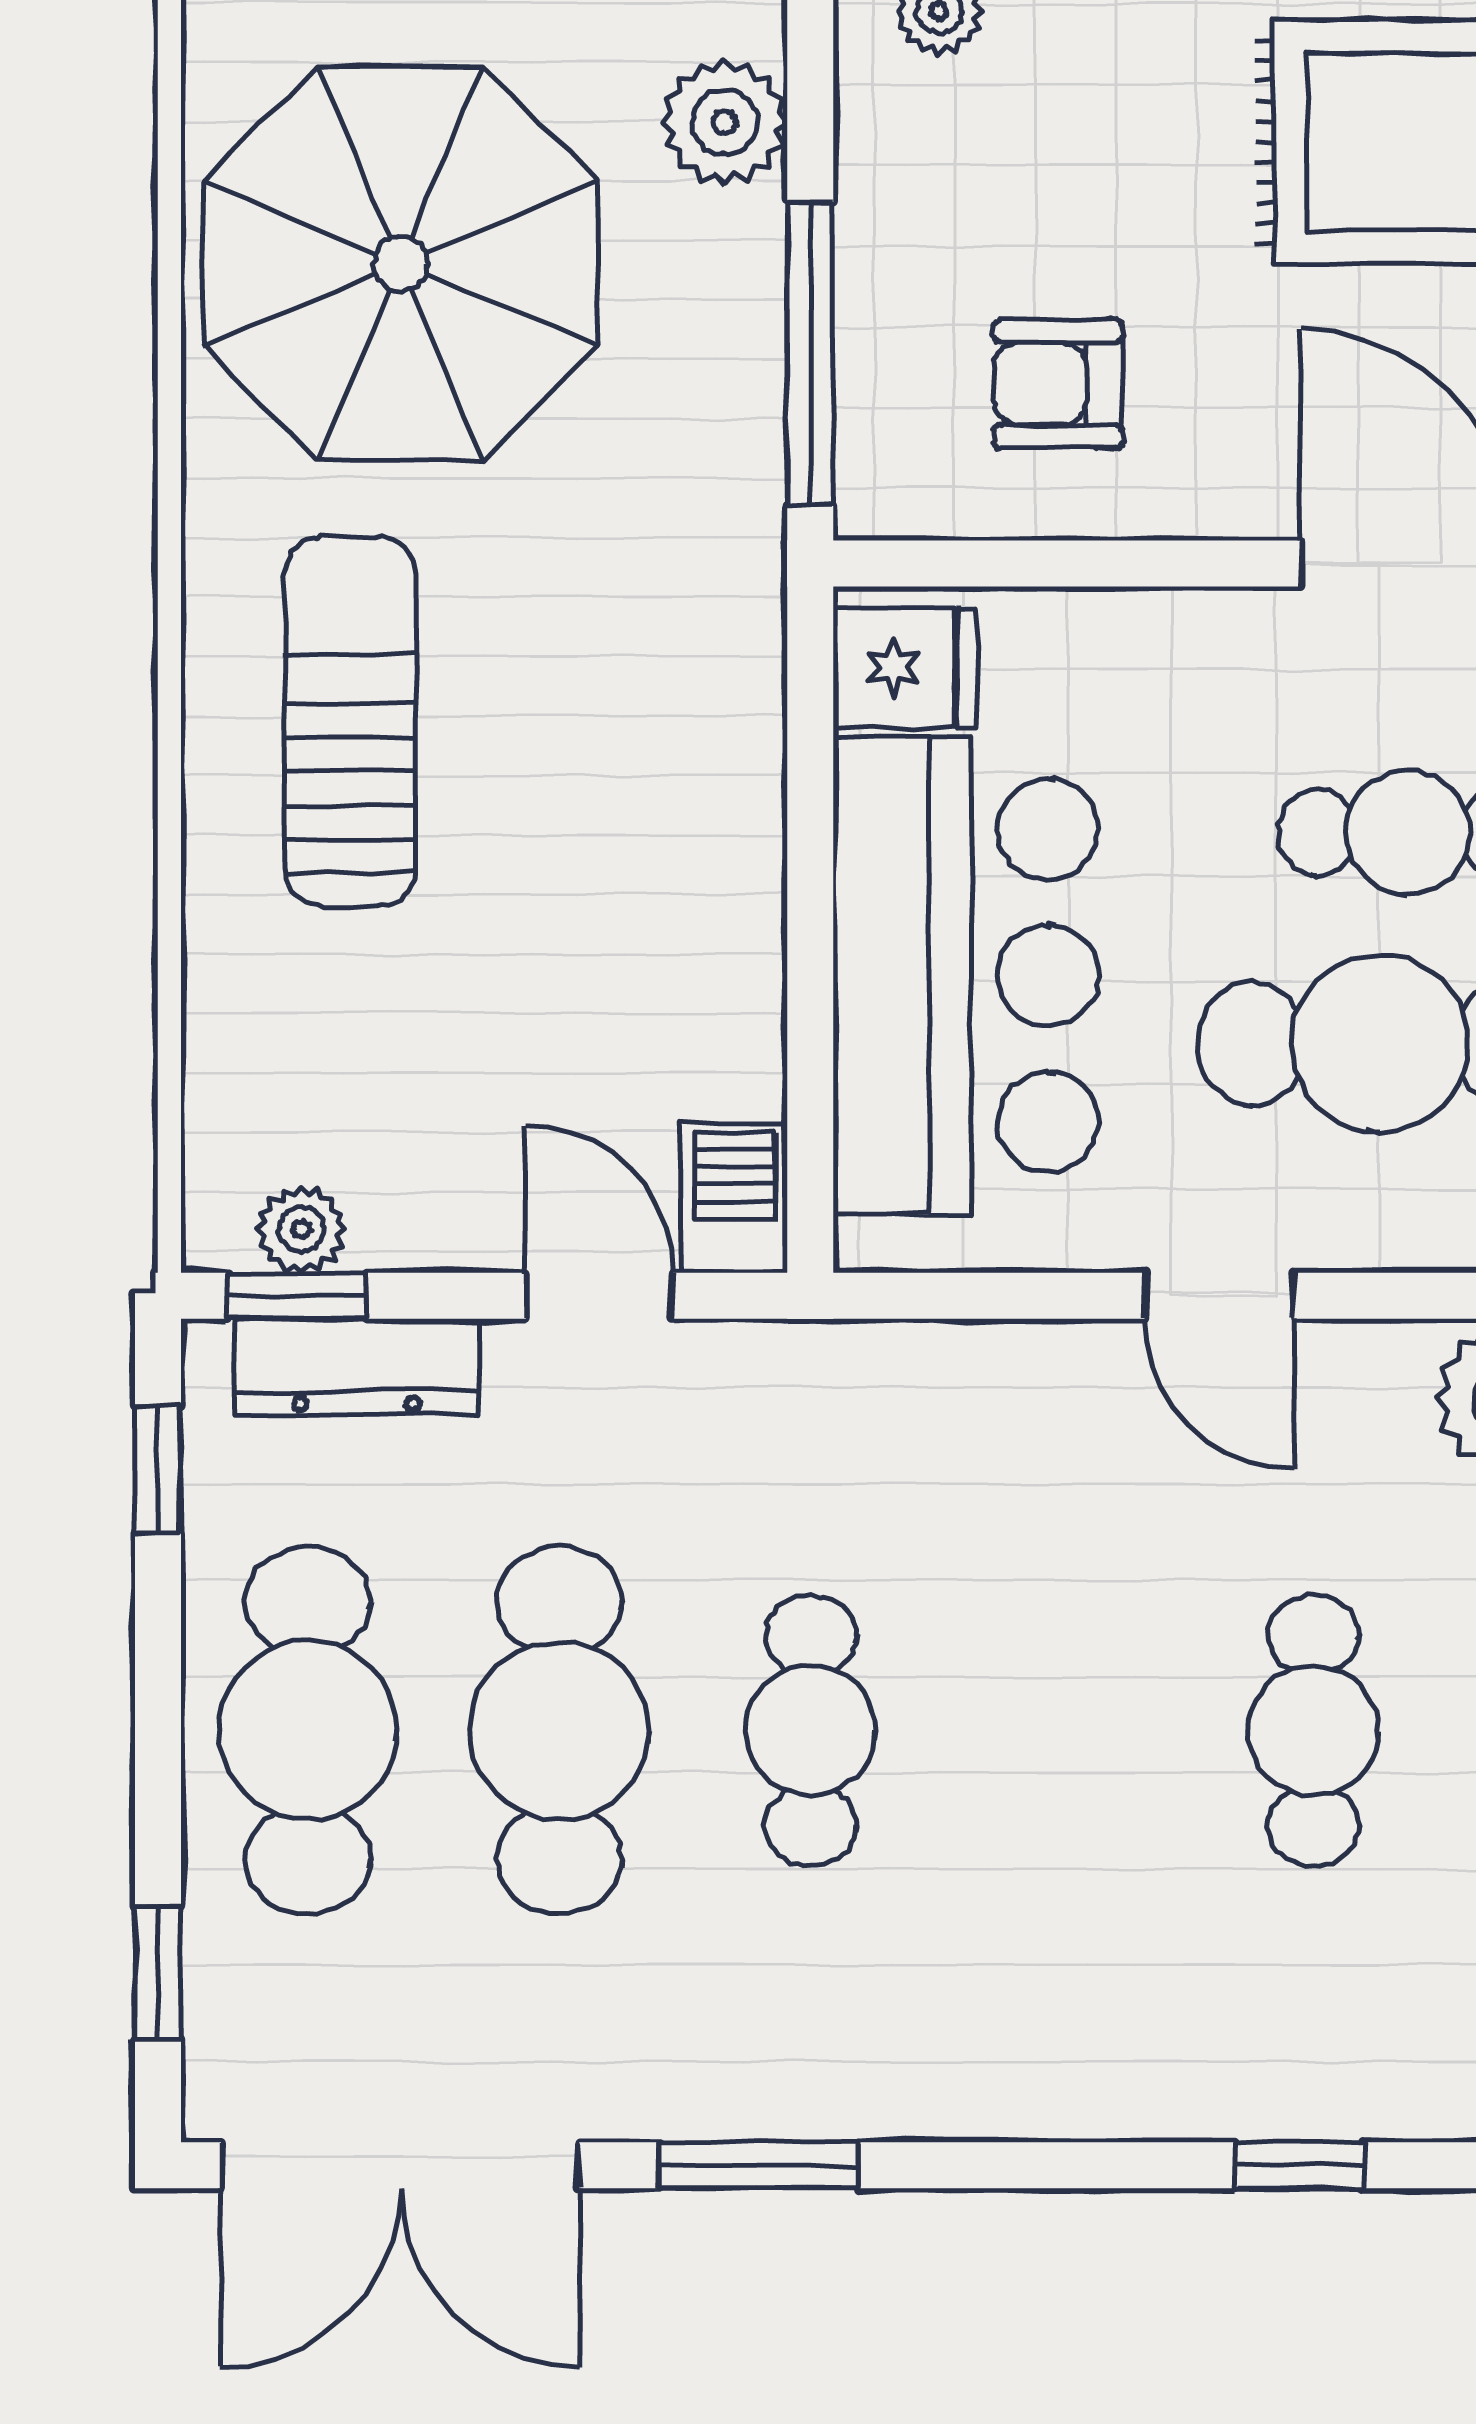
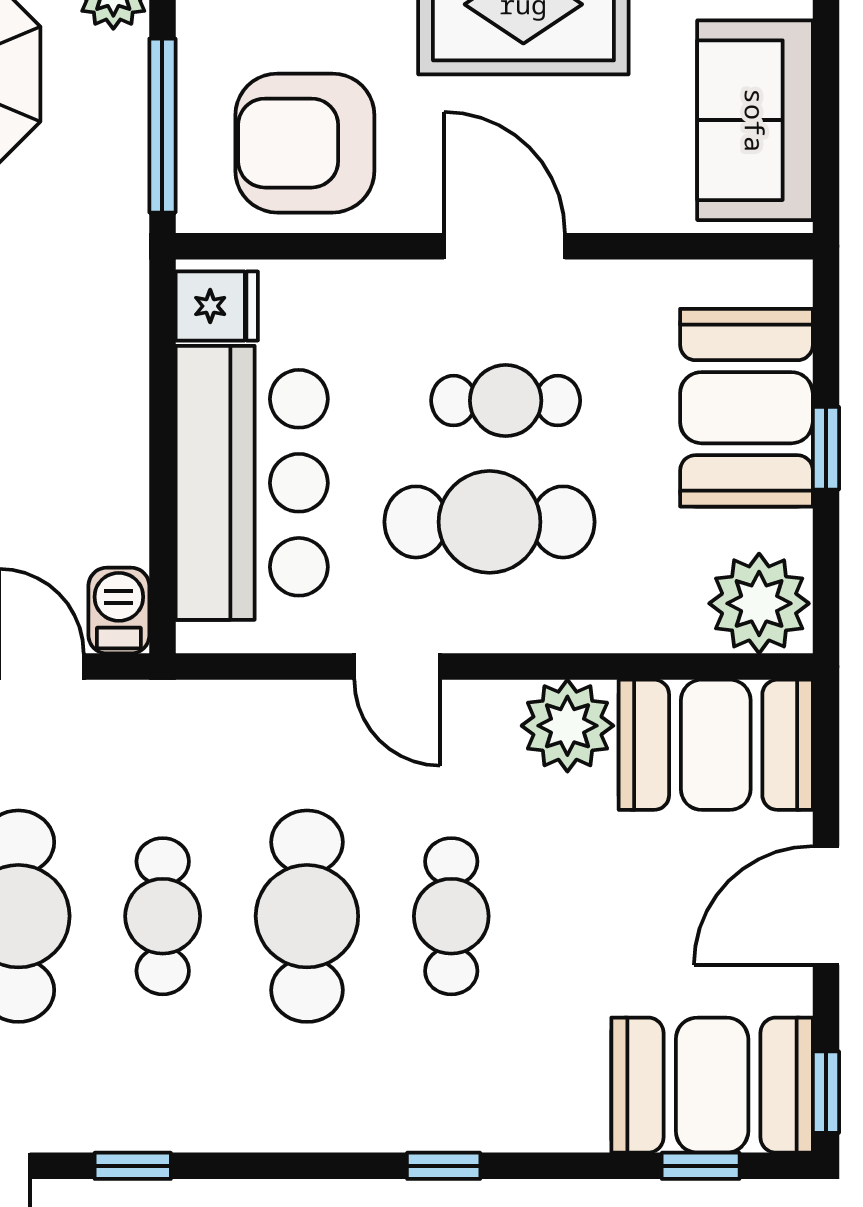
armchair: (1058, 384) -> (305, 143), width x1.88, depth x1.88
cafe table: (1062, 1731) -> (307, 916), added
window: (758, 2165) -> (133, 1166), width x0.67

